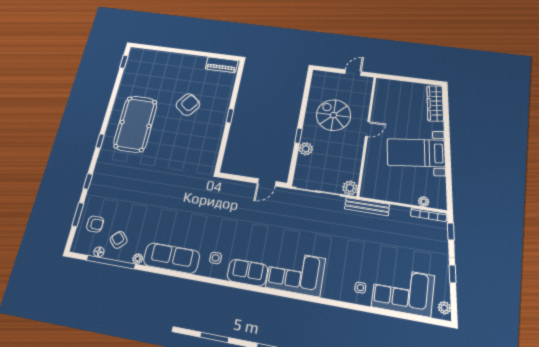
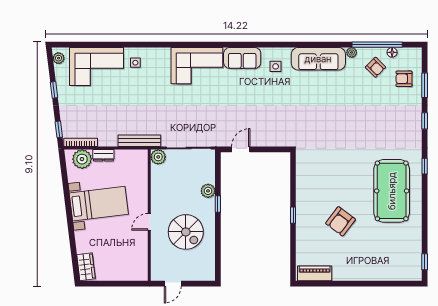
wardrobe: (435, 103) -> (86, 267), width x0.67
dresser: (406, 198) -> (103, 155), added
plant: (424, 202) -> (82, 159), width x1.87, depth x1.87

